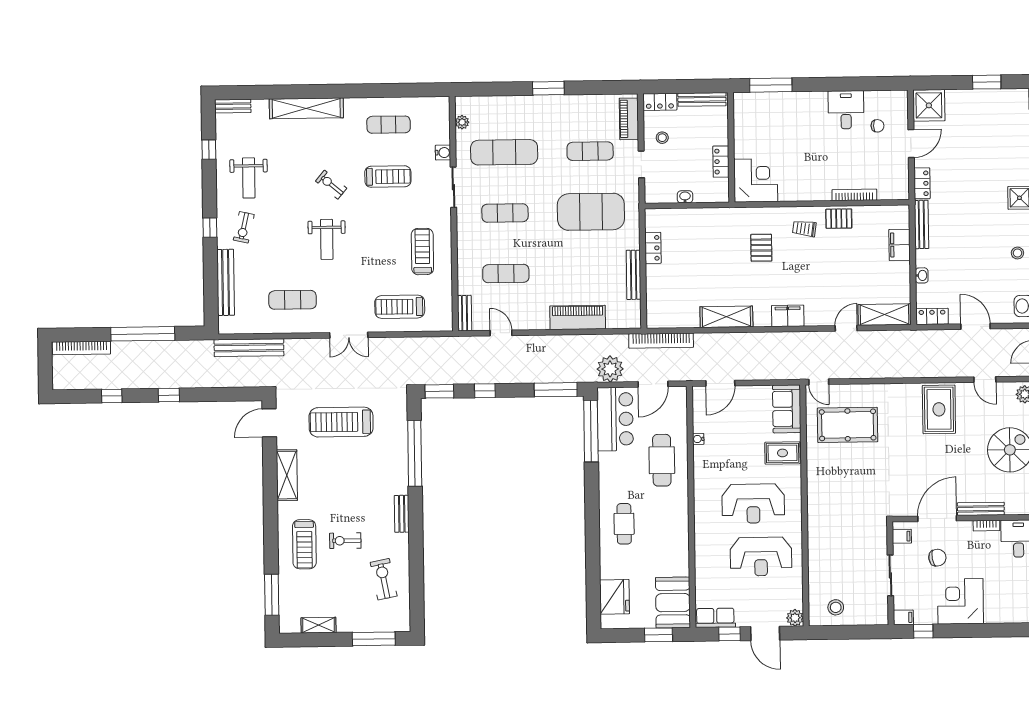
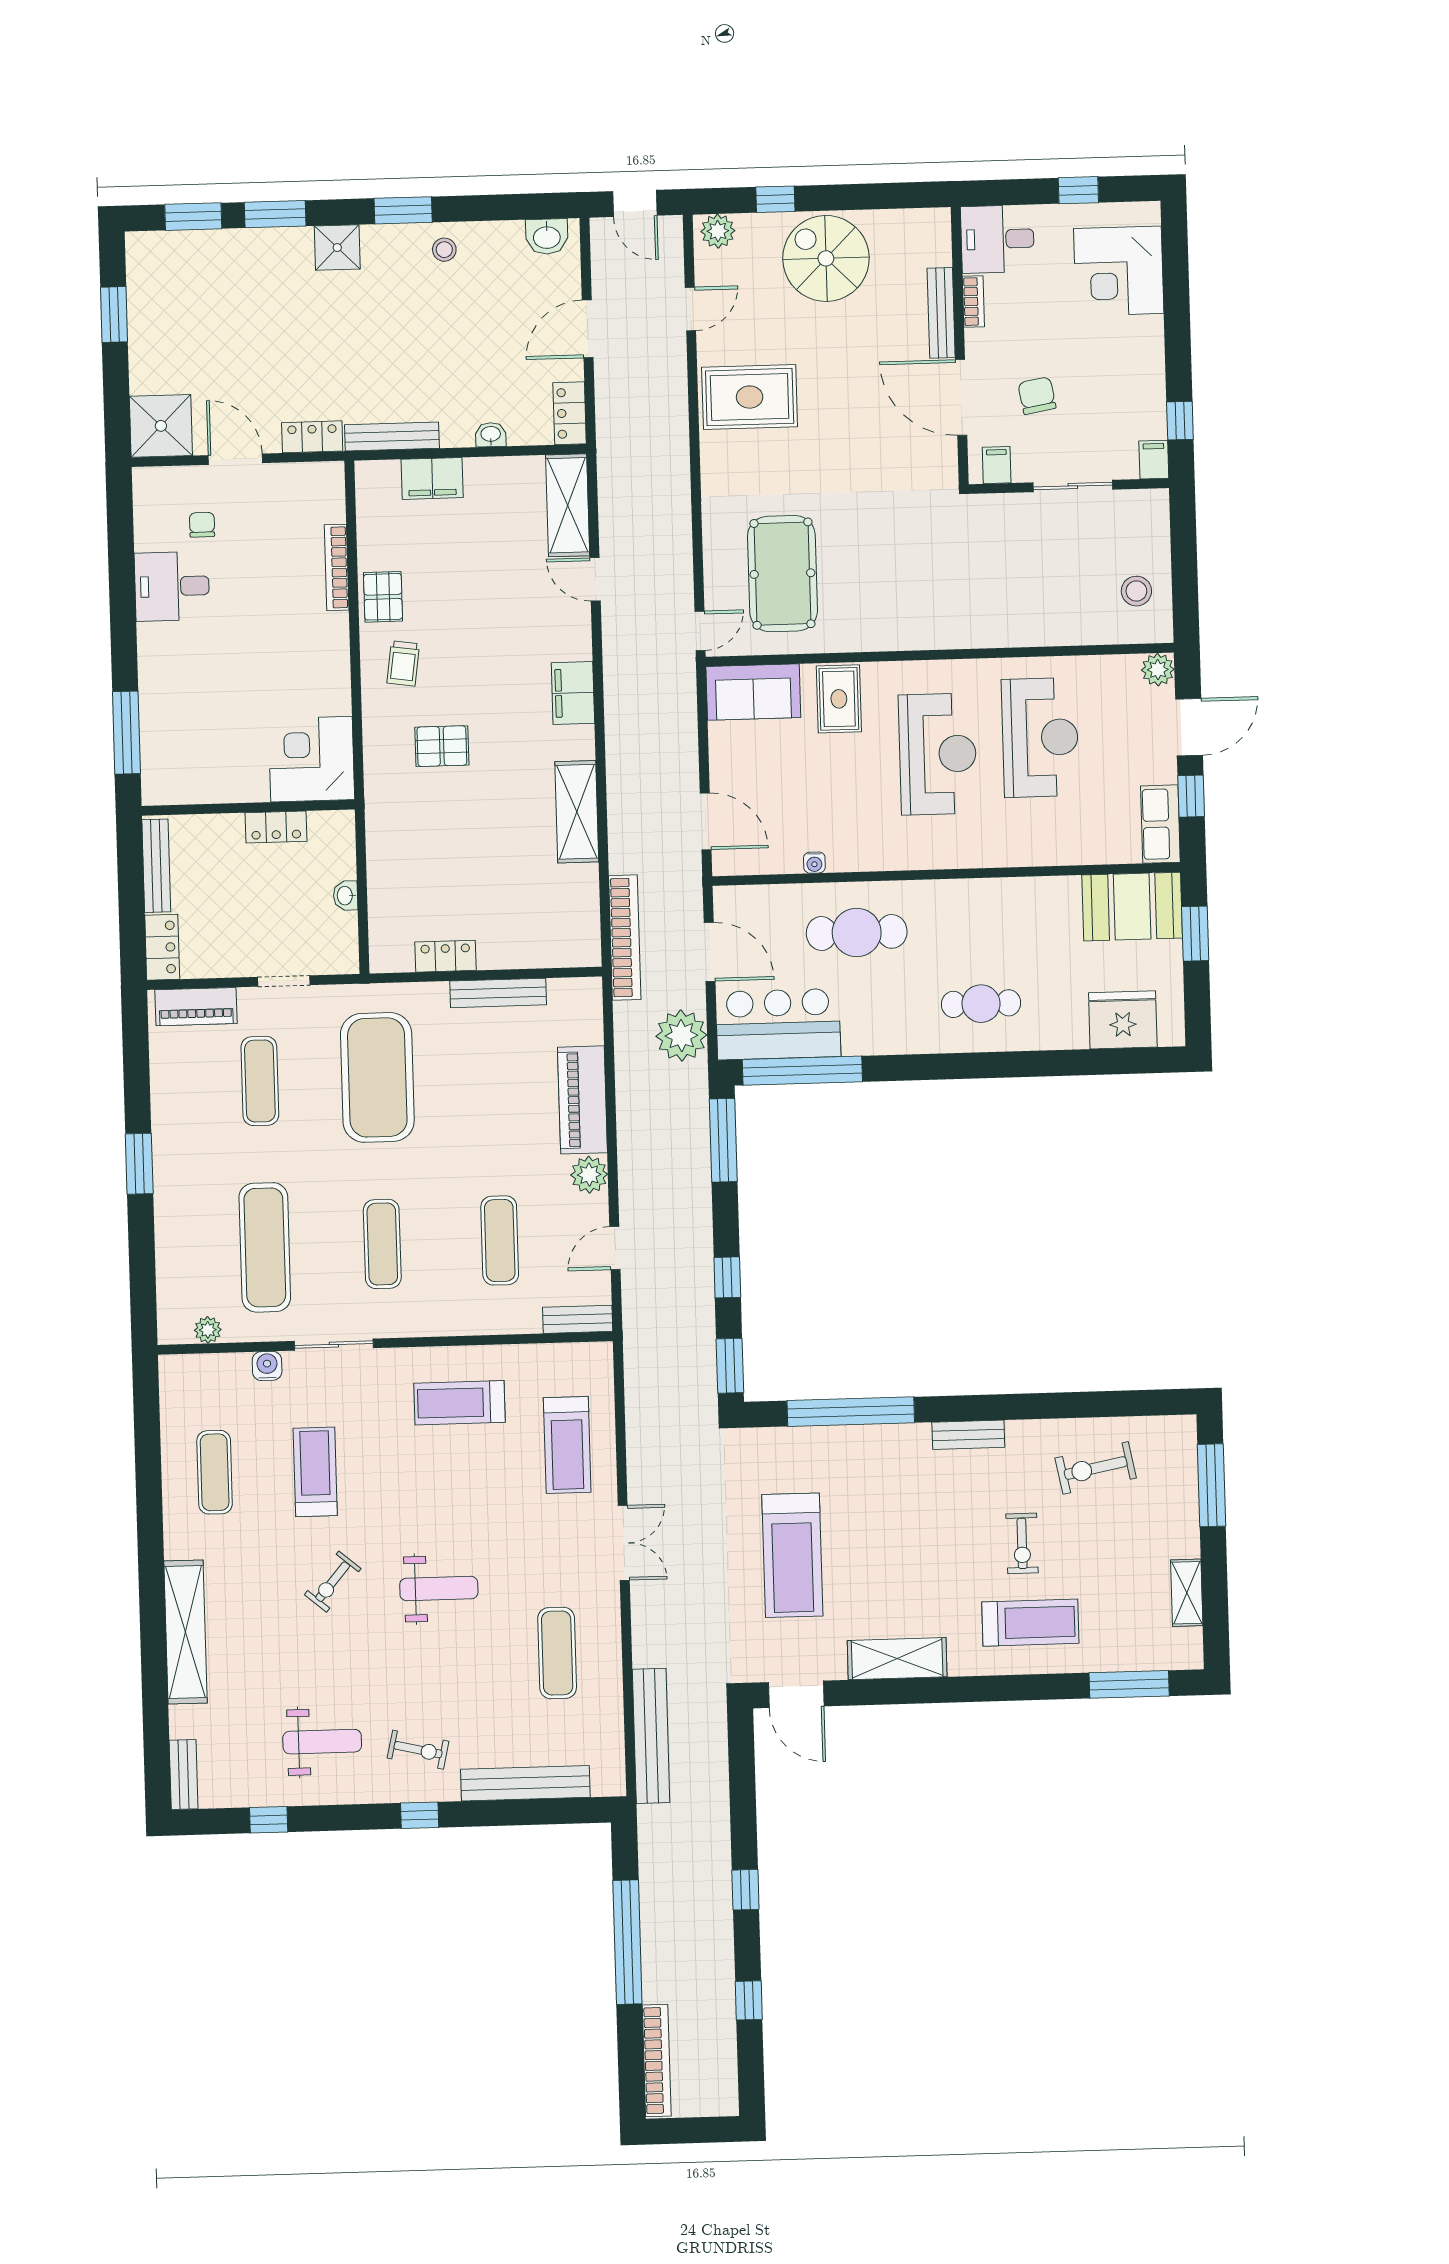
stool: (662, 138) -> (232, 941), removed
plant: (539, 320) -> (589, 1175), added
corner desk: (960, 601) -> (1119, 271), moved

